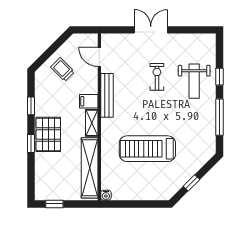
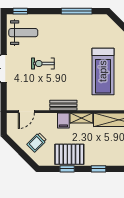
window: (219, 77) -> (20, 11), moved
weight bench: (194, 81) -> (23, 33), moved
bench: (107, 95) -> (63, 105), width x0.73
pallet: (48, 134) -> (69, 154), moved

